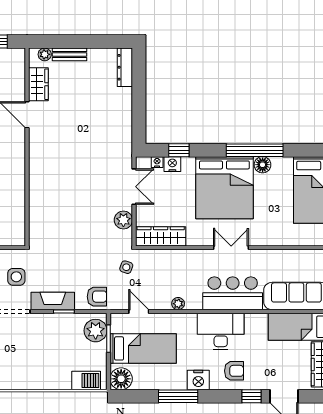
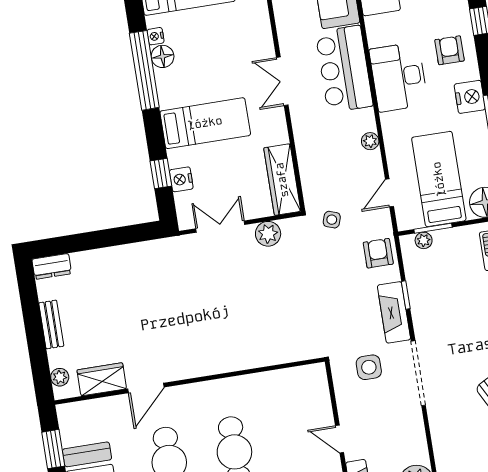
bench: (69, 54) -> (51, 324), moved
dresser: (125, 67) -> (52, 266), width x0.70
nightstand: (157, 162) -> (155, 36), moved
bed: (224, 188) -> (205, 123), width x0.49
plant: (96, 331) -> (424, 240), width x0.53, depth x0.53

